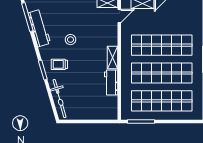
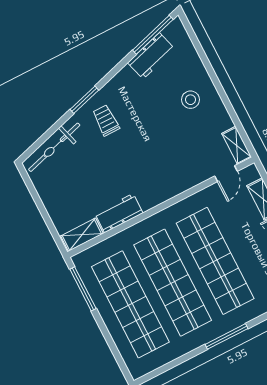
door: (119, 16) -> (226, 174), hinge flipped
workbench: (39, 28) -> (151, 56), width x0.73
stool: (70, 40) -> (190, 100), moved
shelving: (113, 58) -> (82, 235), moved

